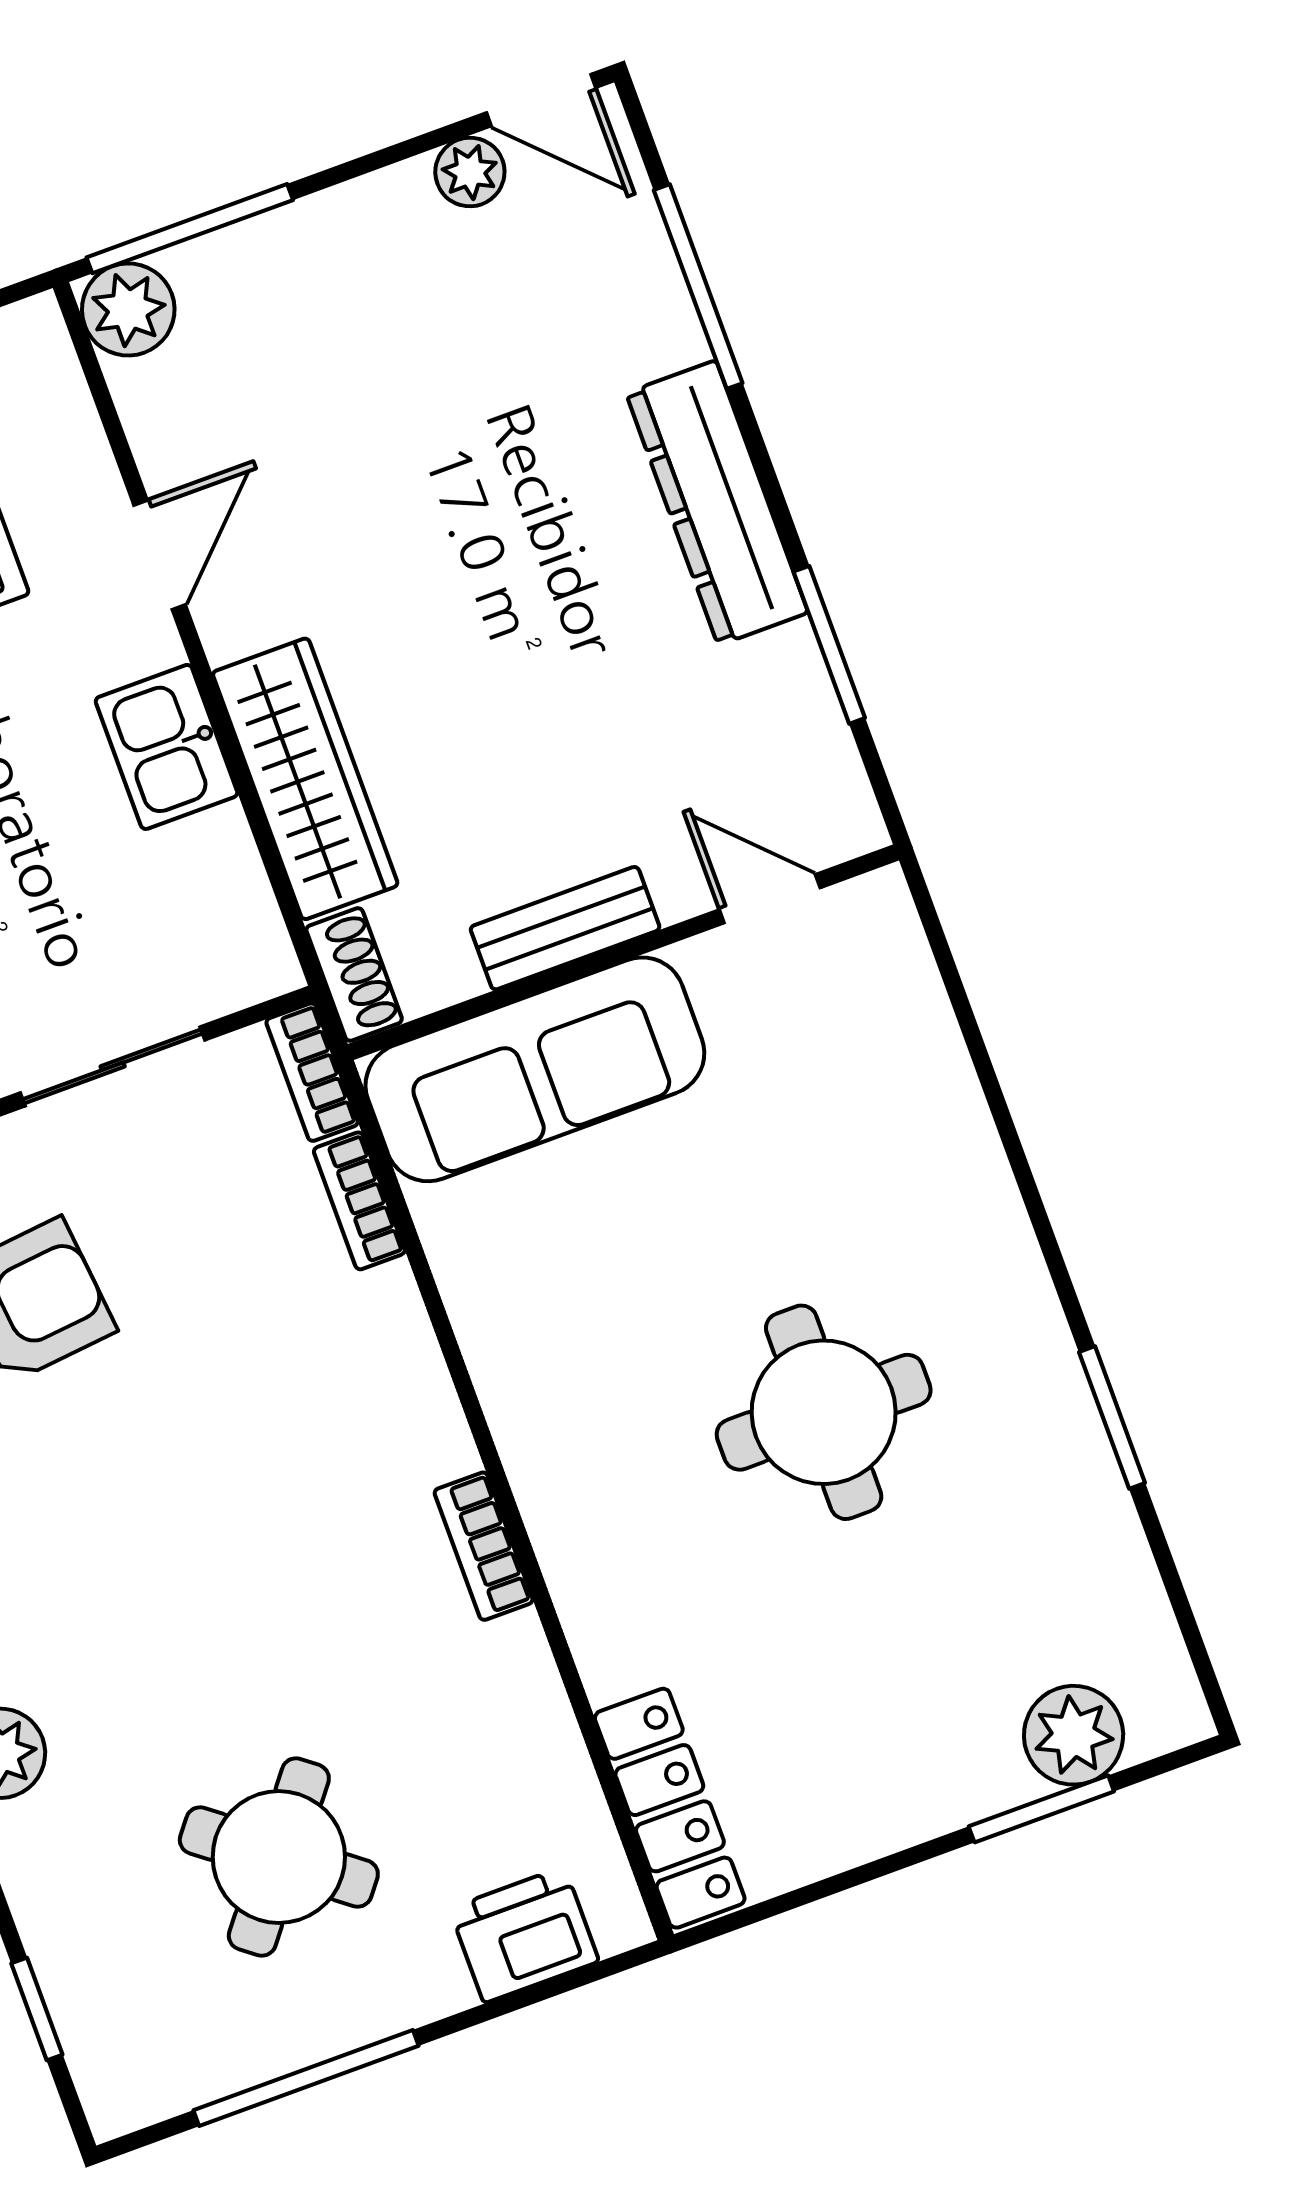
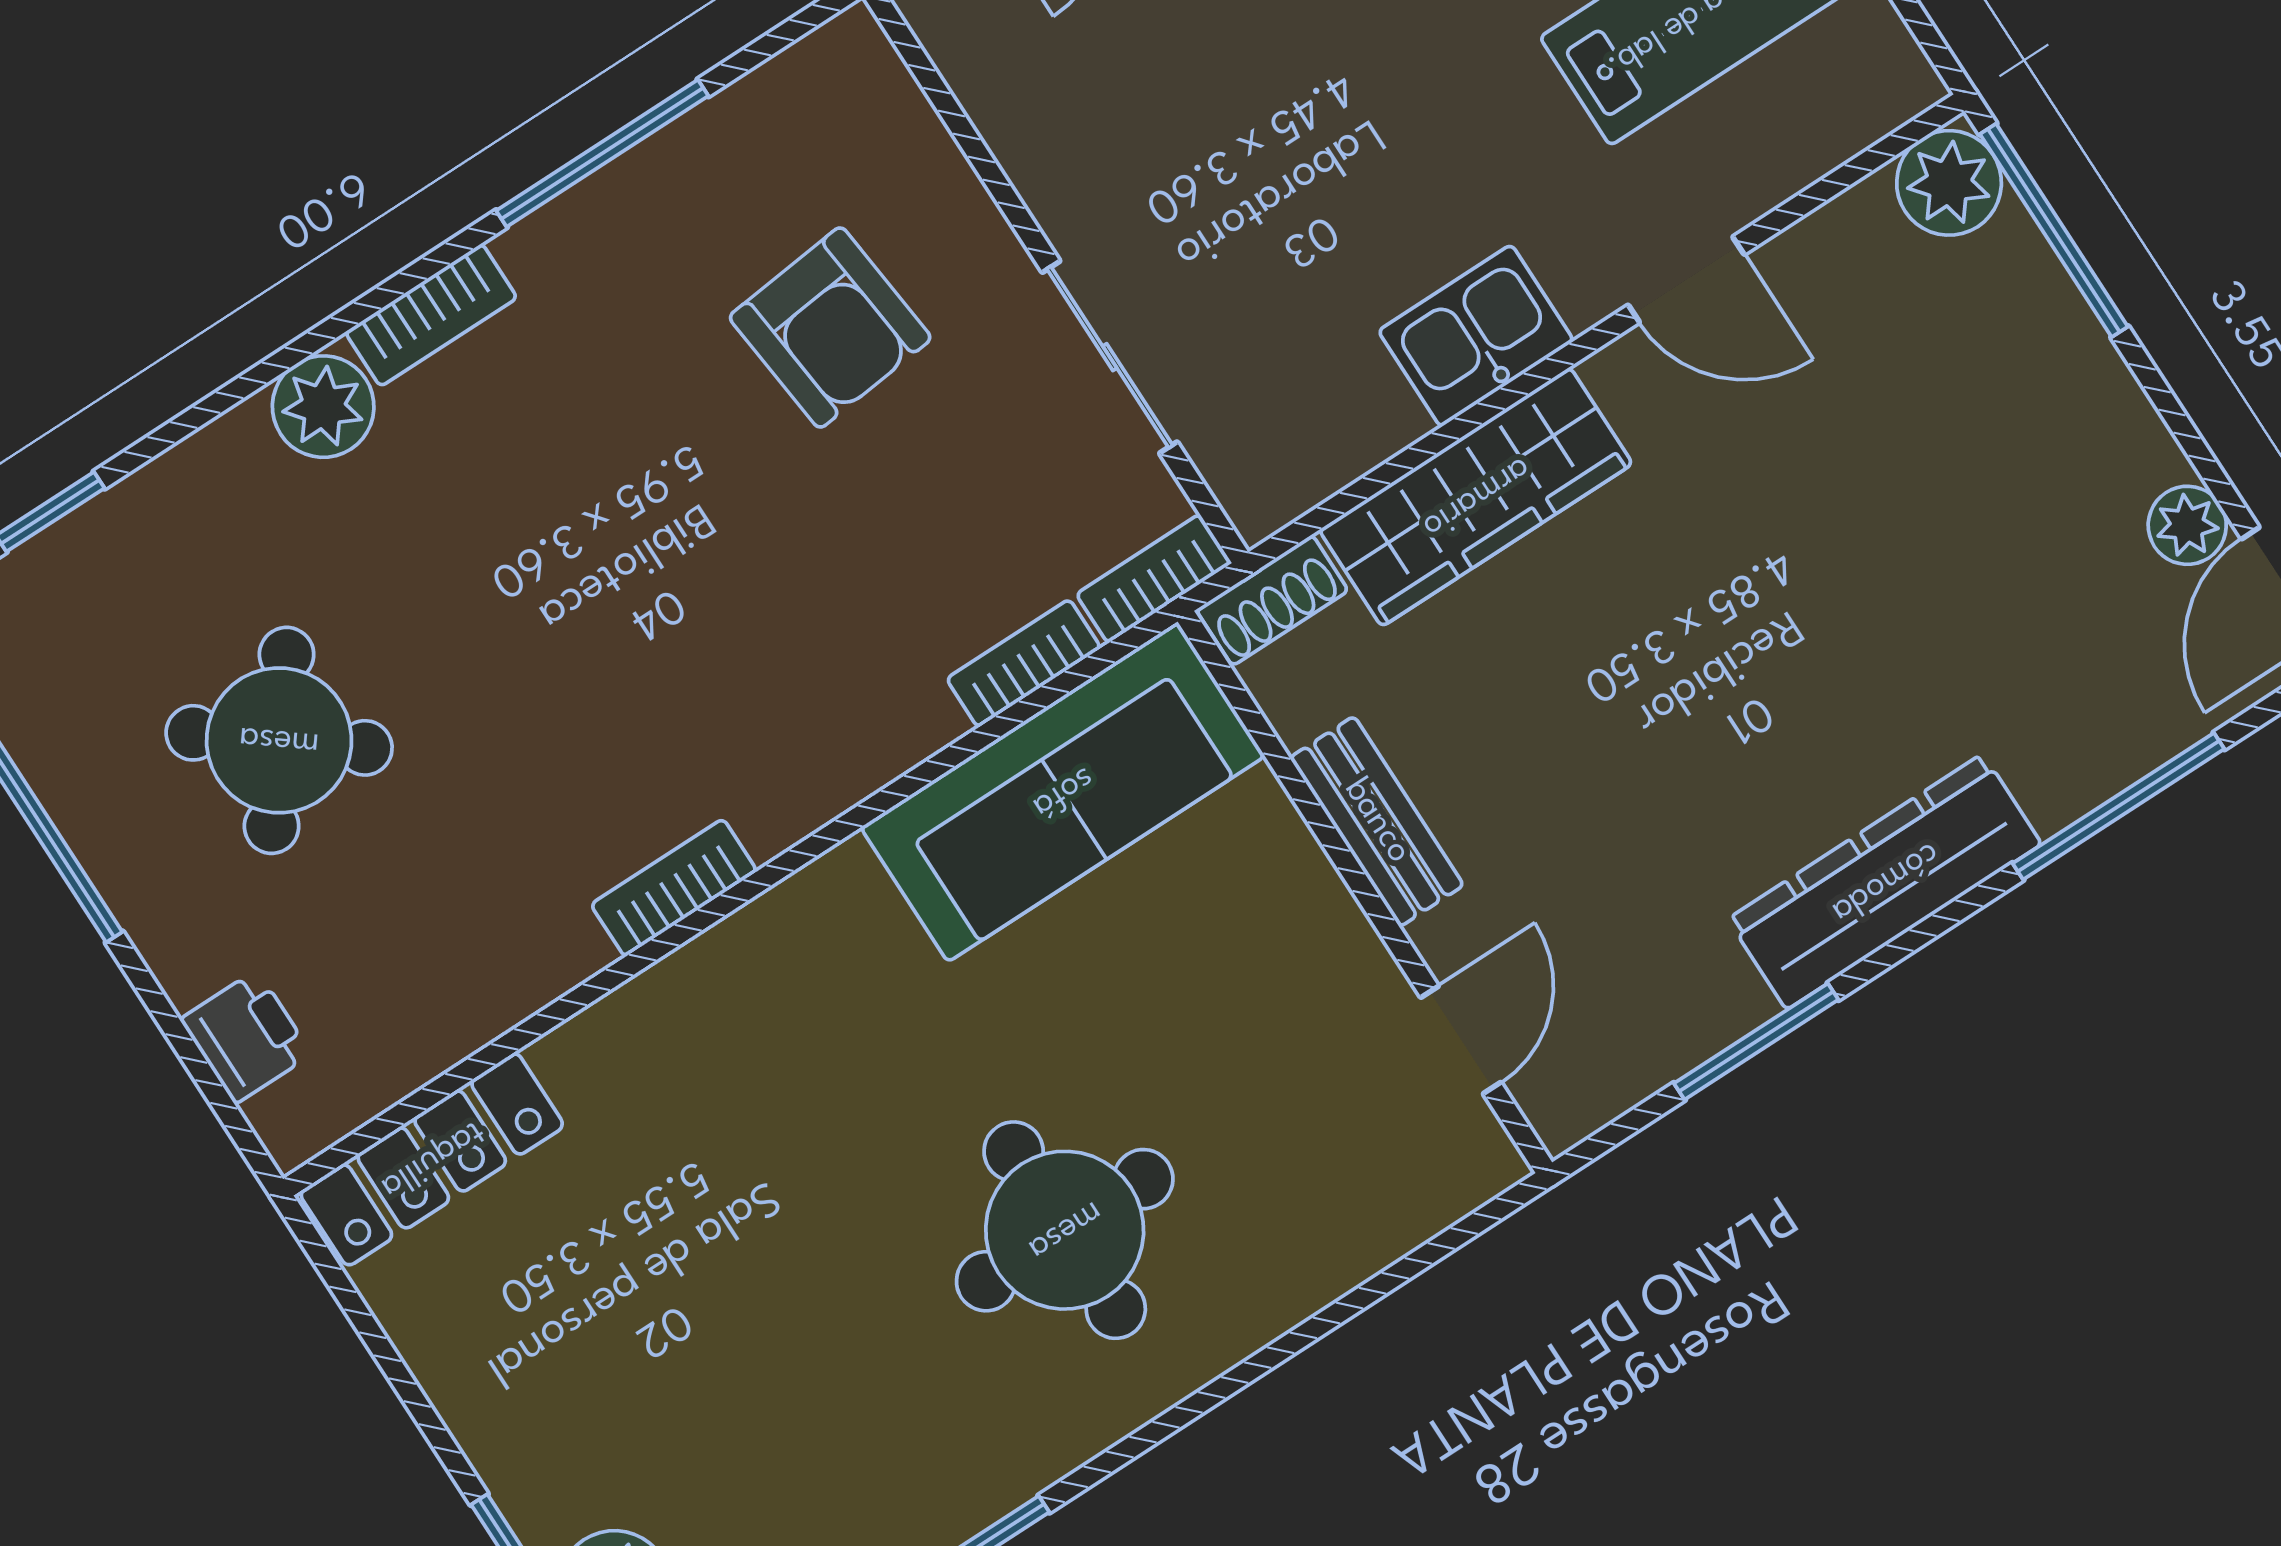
sofa: (535, 1069) -> (1063, 792), moved, turned -90
round table: (824, 1412) -> (1065, 1230), moved
printer: (524, 1935) -> (246, 1037), width x0.73, depth x0.81

